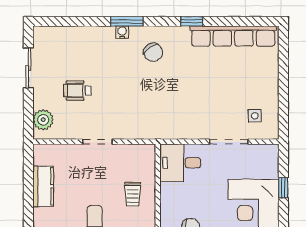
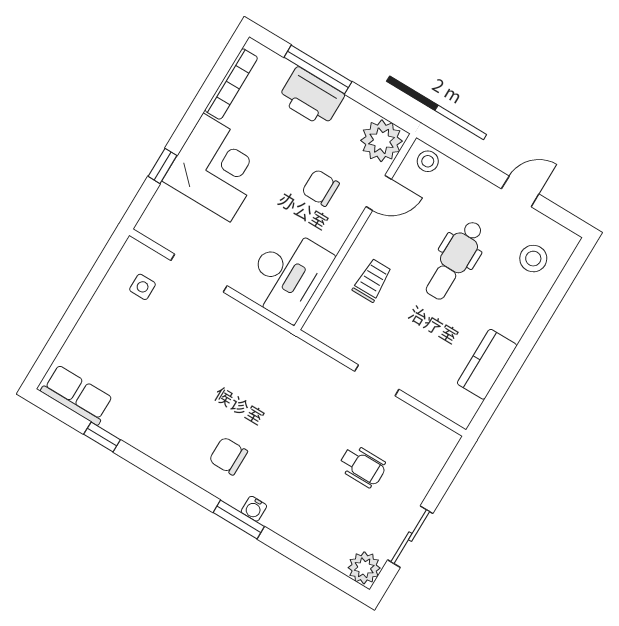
window: (192, 21) -> (102, 437), moved
row of seats: (233, 36) -> (77, 395), width x0.50
chair: (153, 52) -> (228, 456), turned -57
plant: (43, 120) -> (364, 568), moved
desk: (180, 163) -> (288, 275), width x1.37

